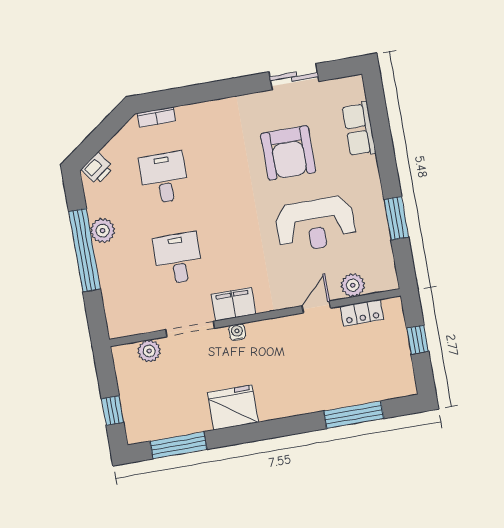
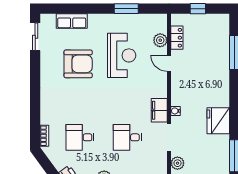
sliding door: (294, 77) -> (35, 37), moved

